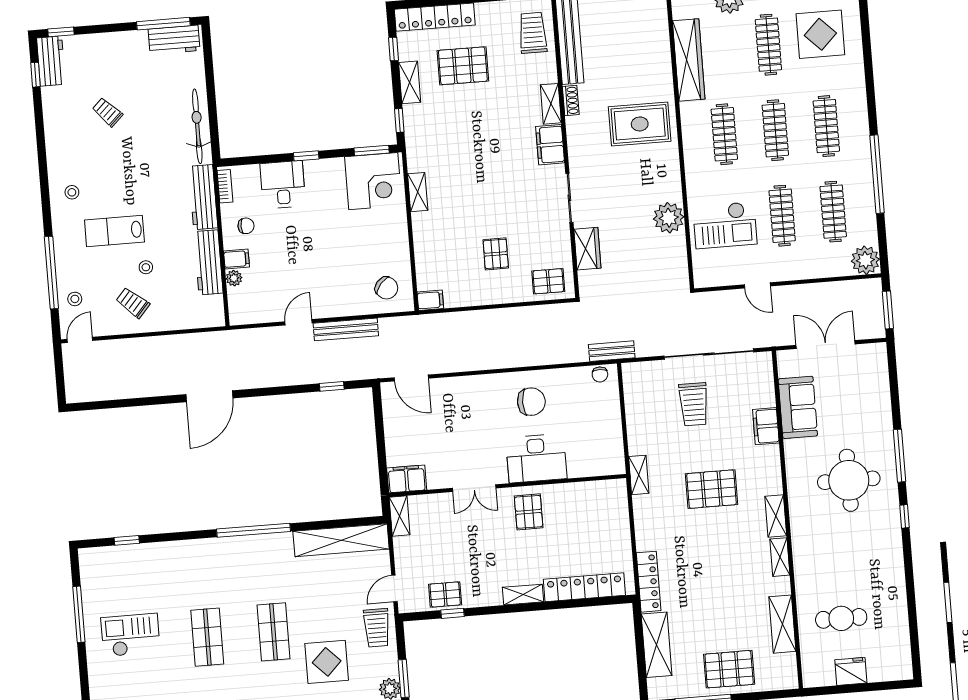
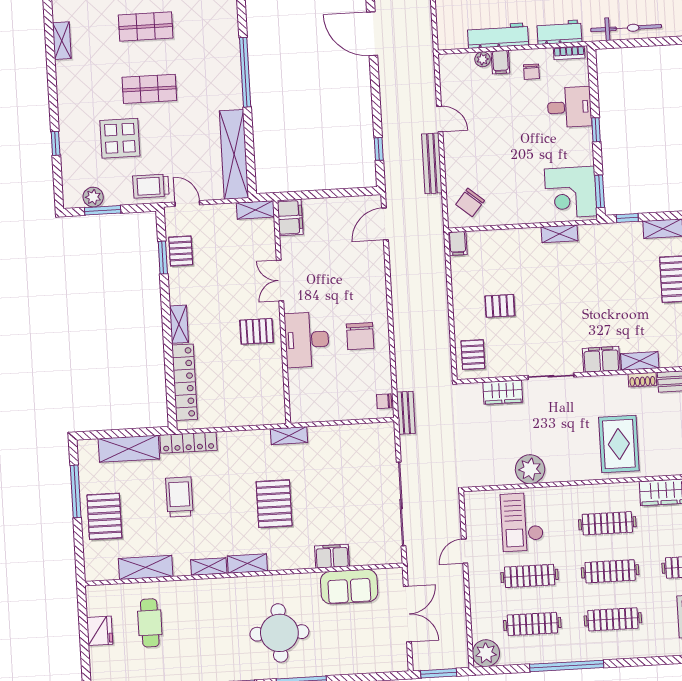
workbench: (203, 197) -> (559, 32), width x0.73
trolley: (694, 404) -> (179, 497), moved, turned 90
window: (452, 613) -> (163, 258), width x1.50

